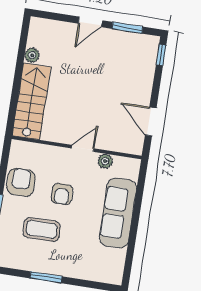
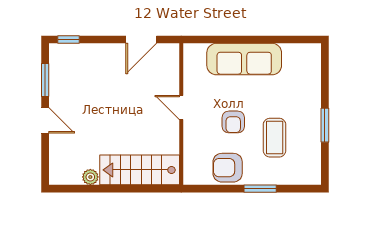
plant: (105, 161) -> (191, 81), removed
armchair: (62, 194) -> (233, 122), turned 90

